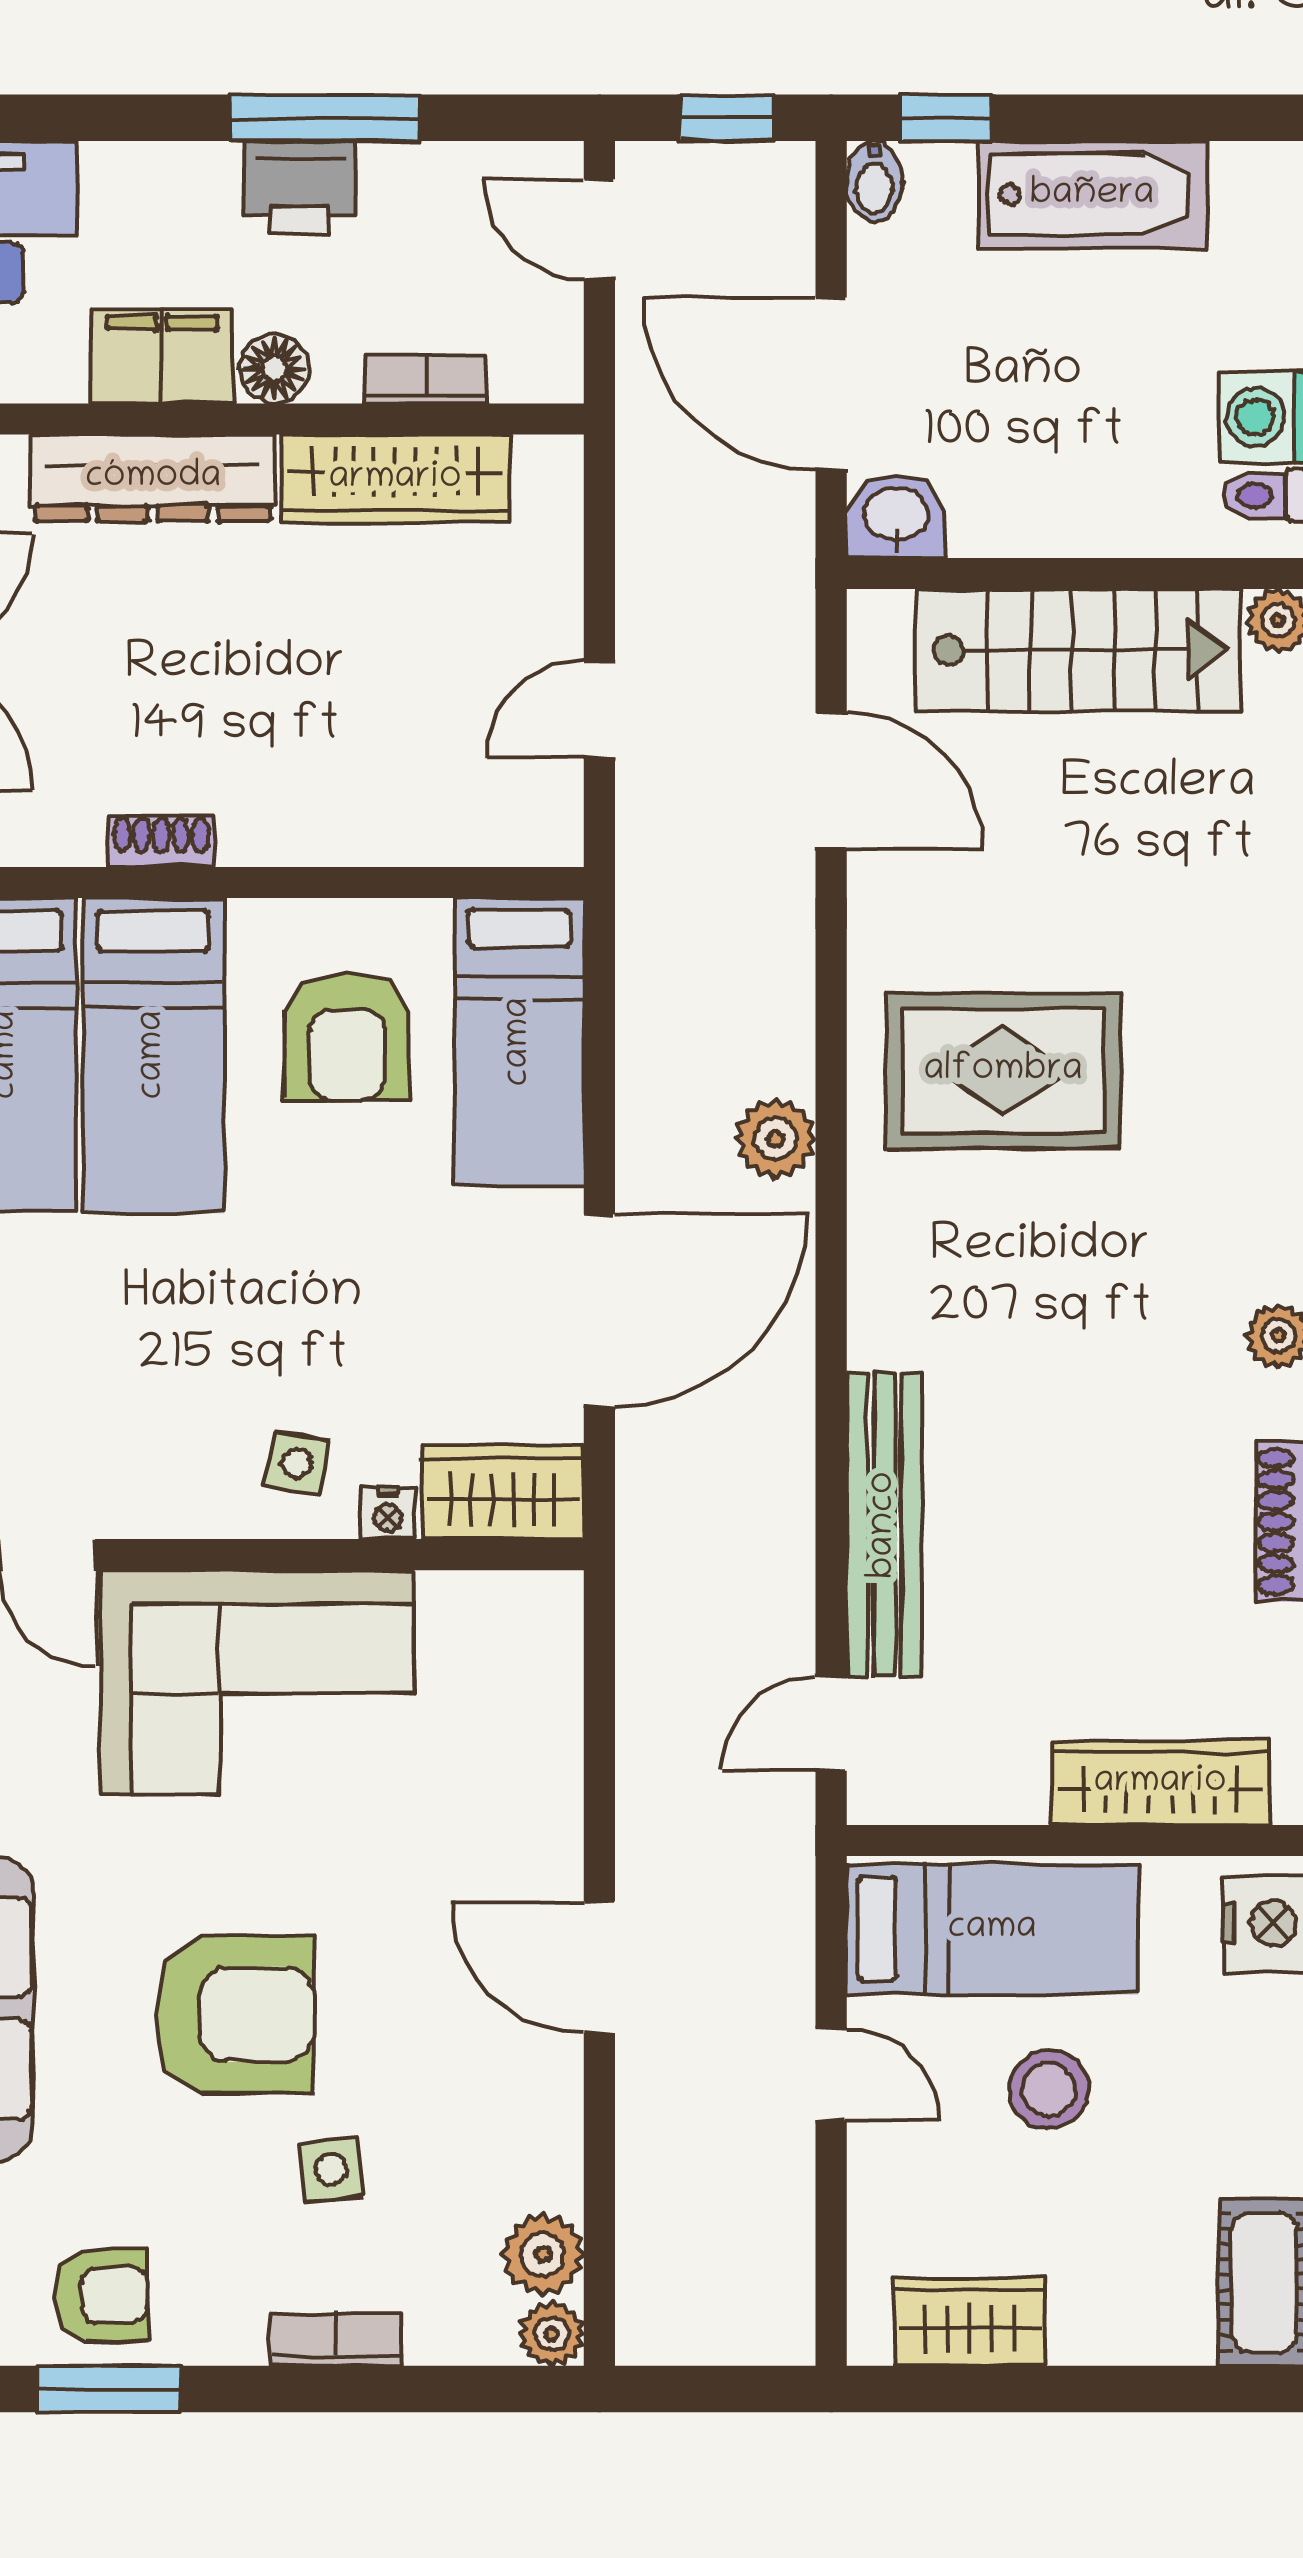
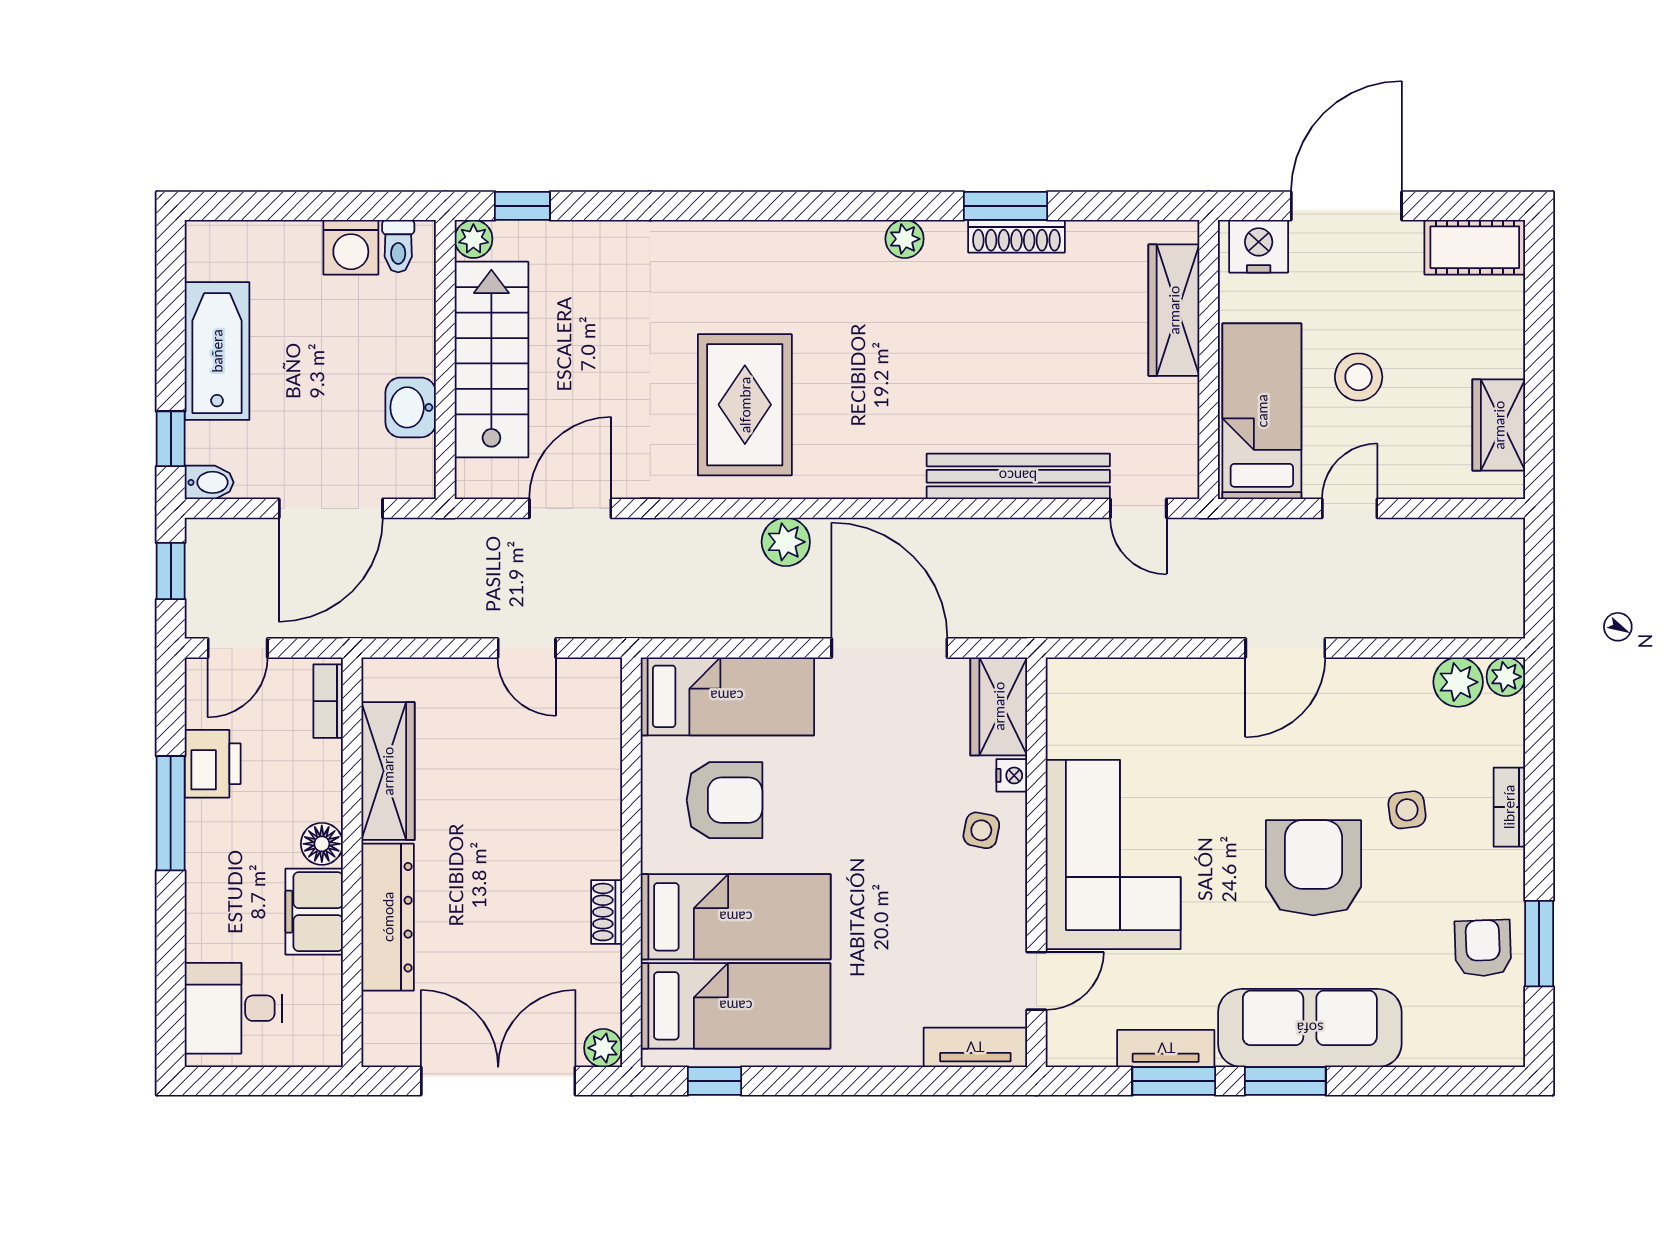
printer: (300, 187) -> (213, 764), moved
bookcase: (426, 379) -> (328, 701), moved
washbasin: (896, 516) -> (411, 407), moved

